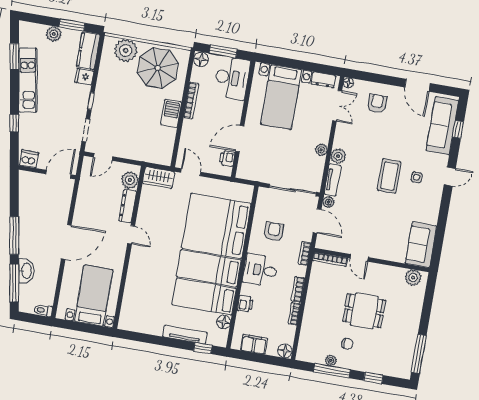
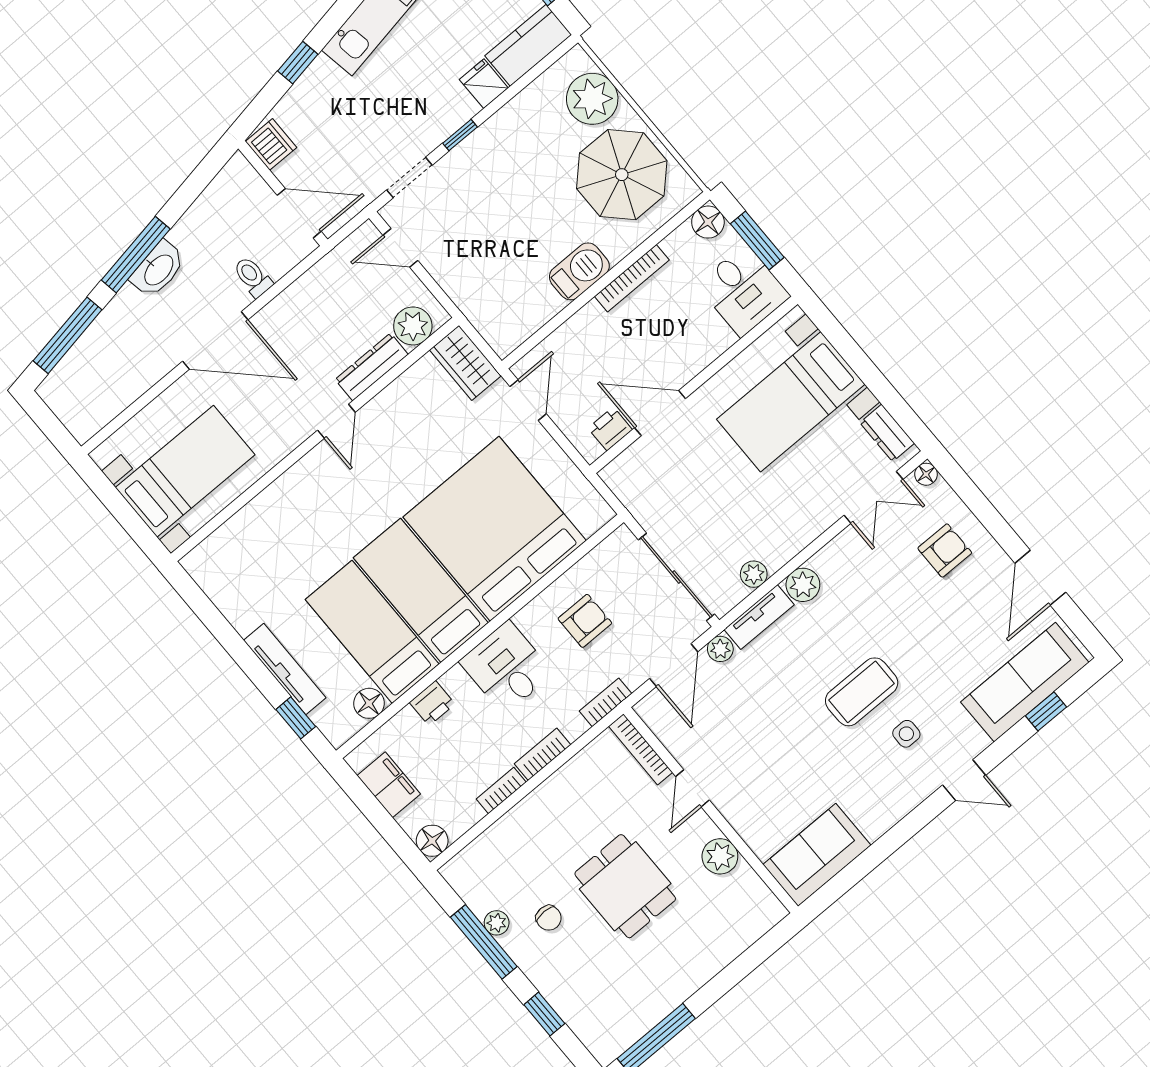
desk: (232, 78) -> (743, 290), width x0.73
plant: (321, 150) -> (754, 574), moved
washbasin: (26, 271) -> (158, 269), moved
plant: (413, 278) -> (720, 856), moved
toilet: (43, 310) -> (253, 277), moved

